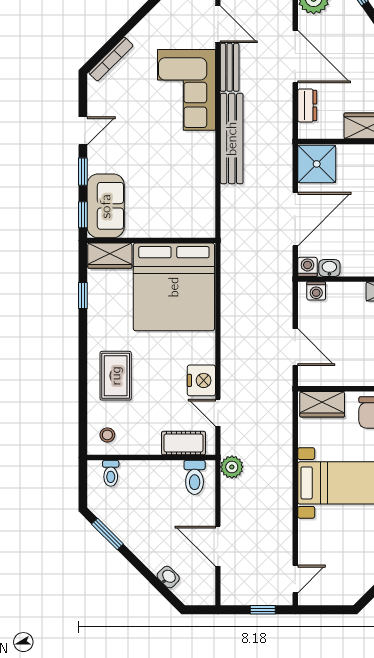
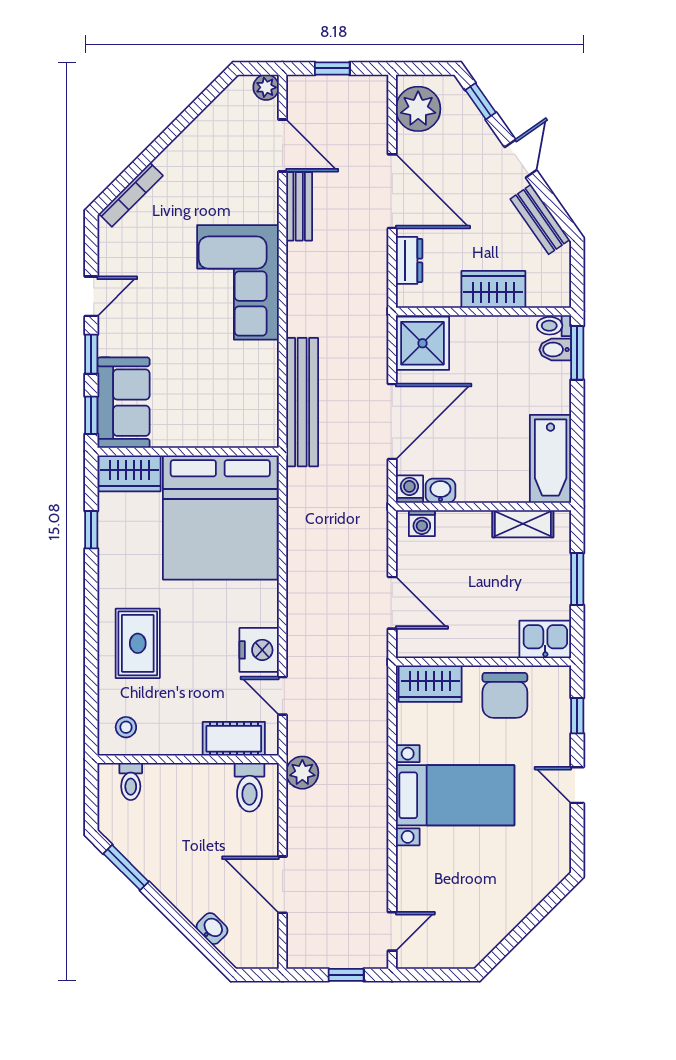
corner sofa: (186, 90) -> (238, 282), moved
bench: (232, 139) -> (302, 402), moved

